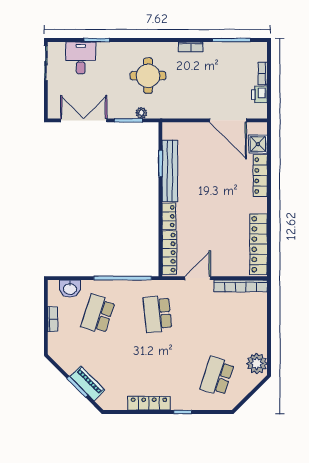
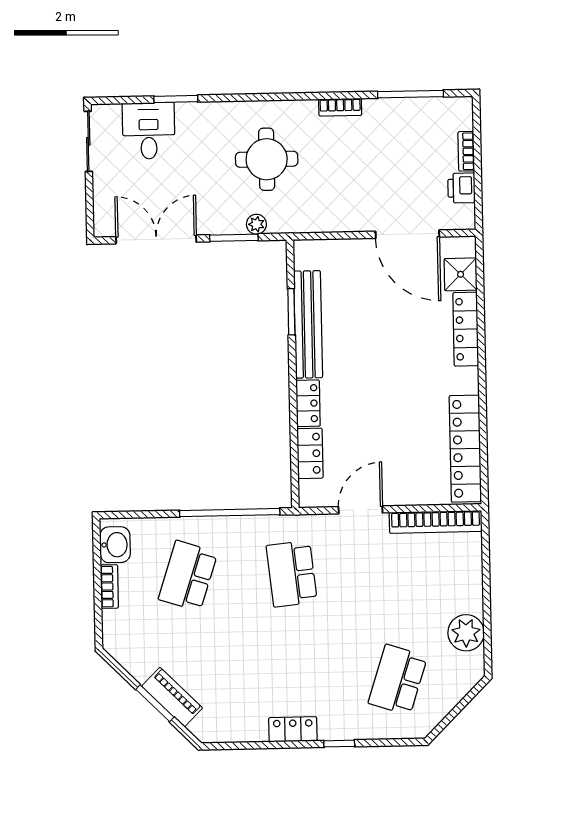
locker: (169, 253) -> (310, 453), width x0.66
washbasin: (70, 289) -> (115, 545), moved, turned -90
plant: (257, 363) -> (466, 633), moved
locker: (149, 403) -> (293, 729), width x0.66

